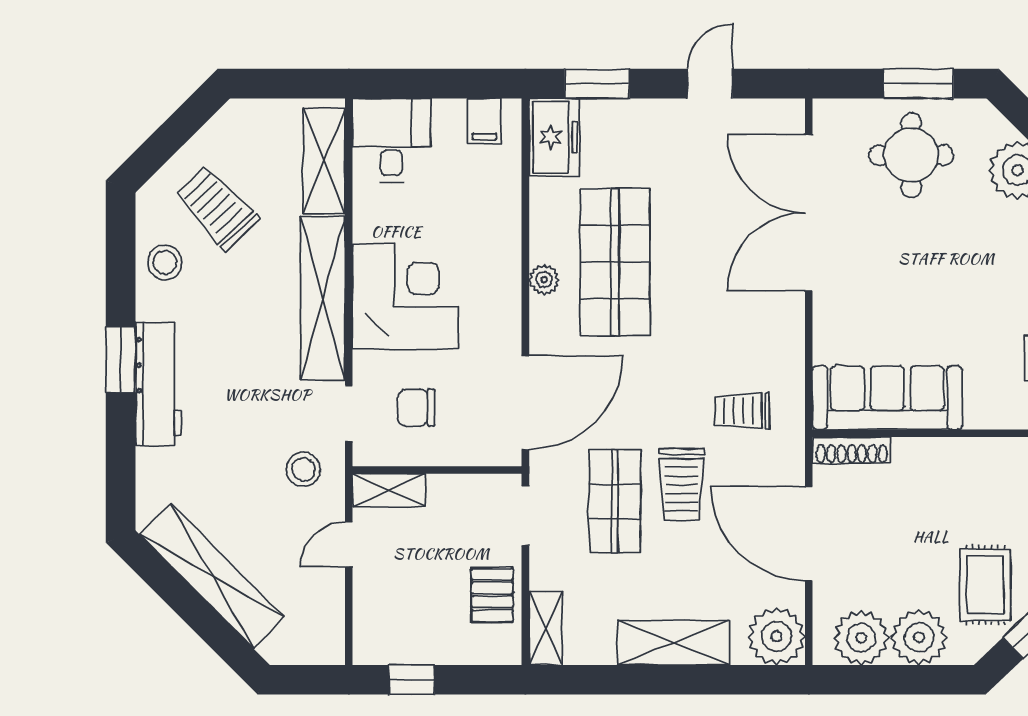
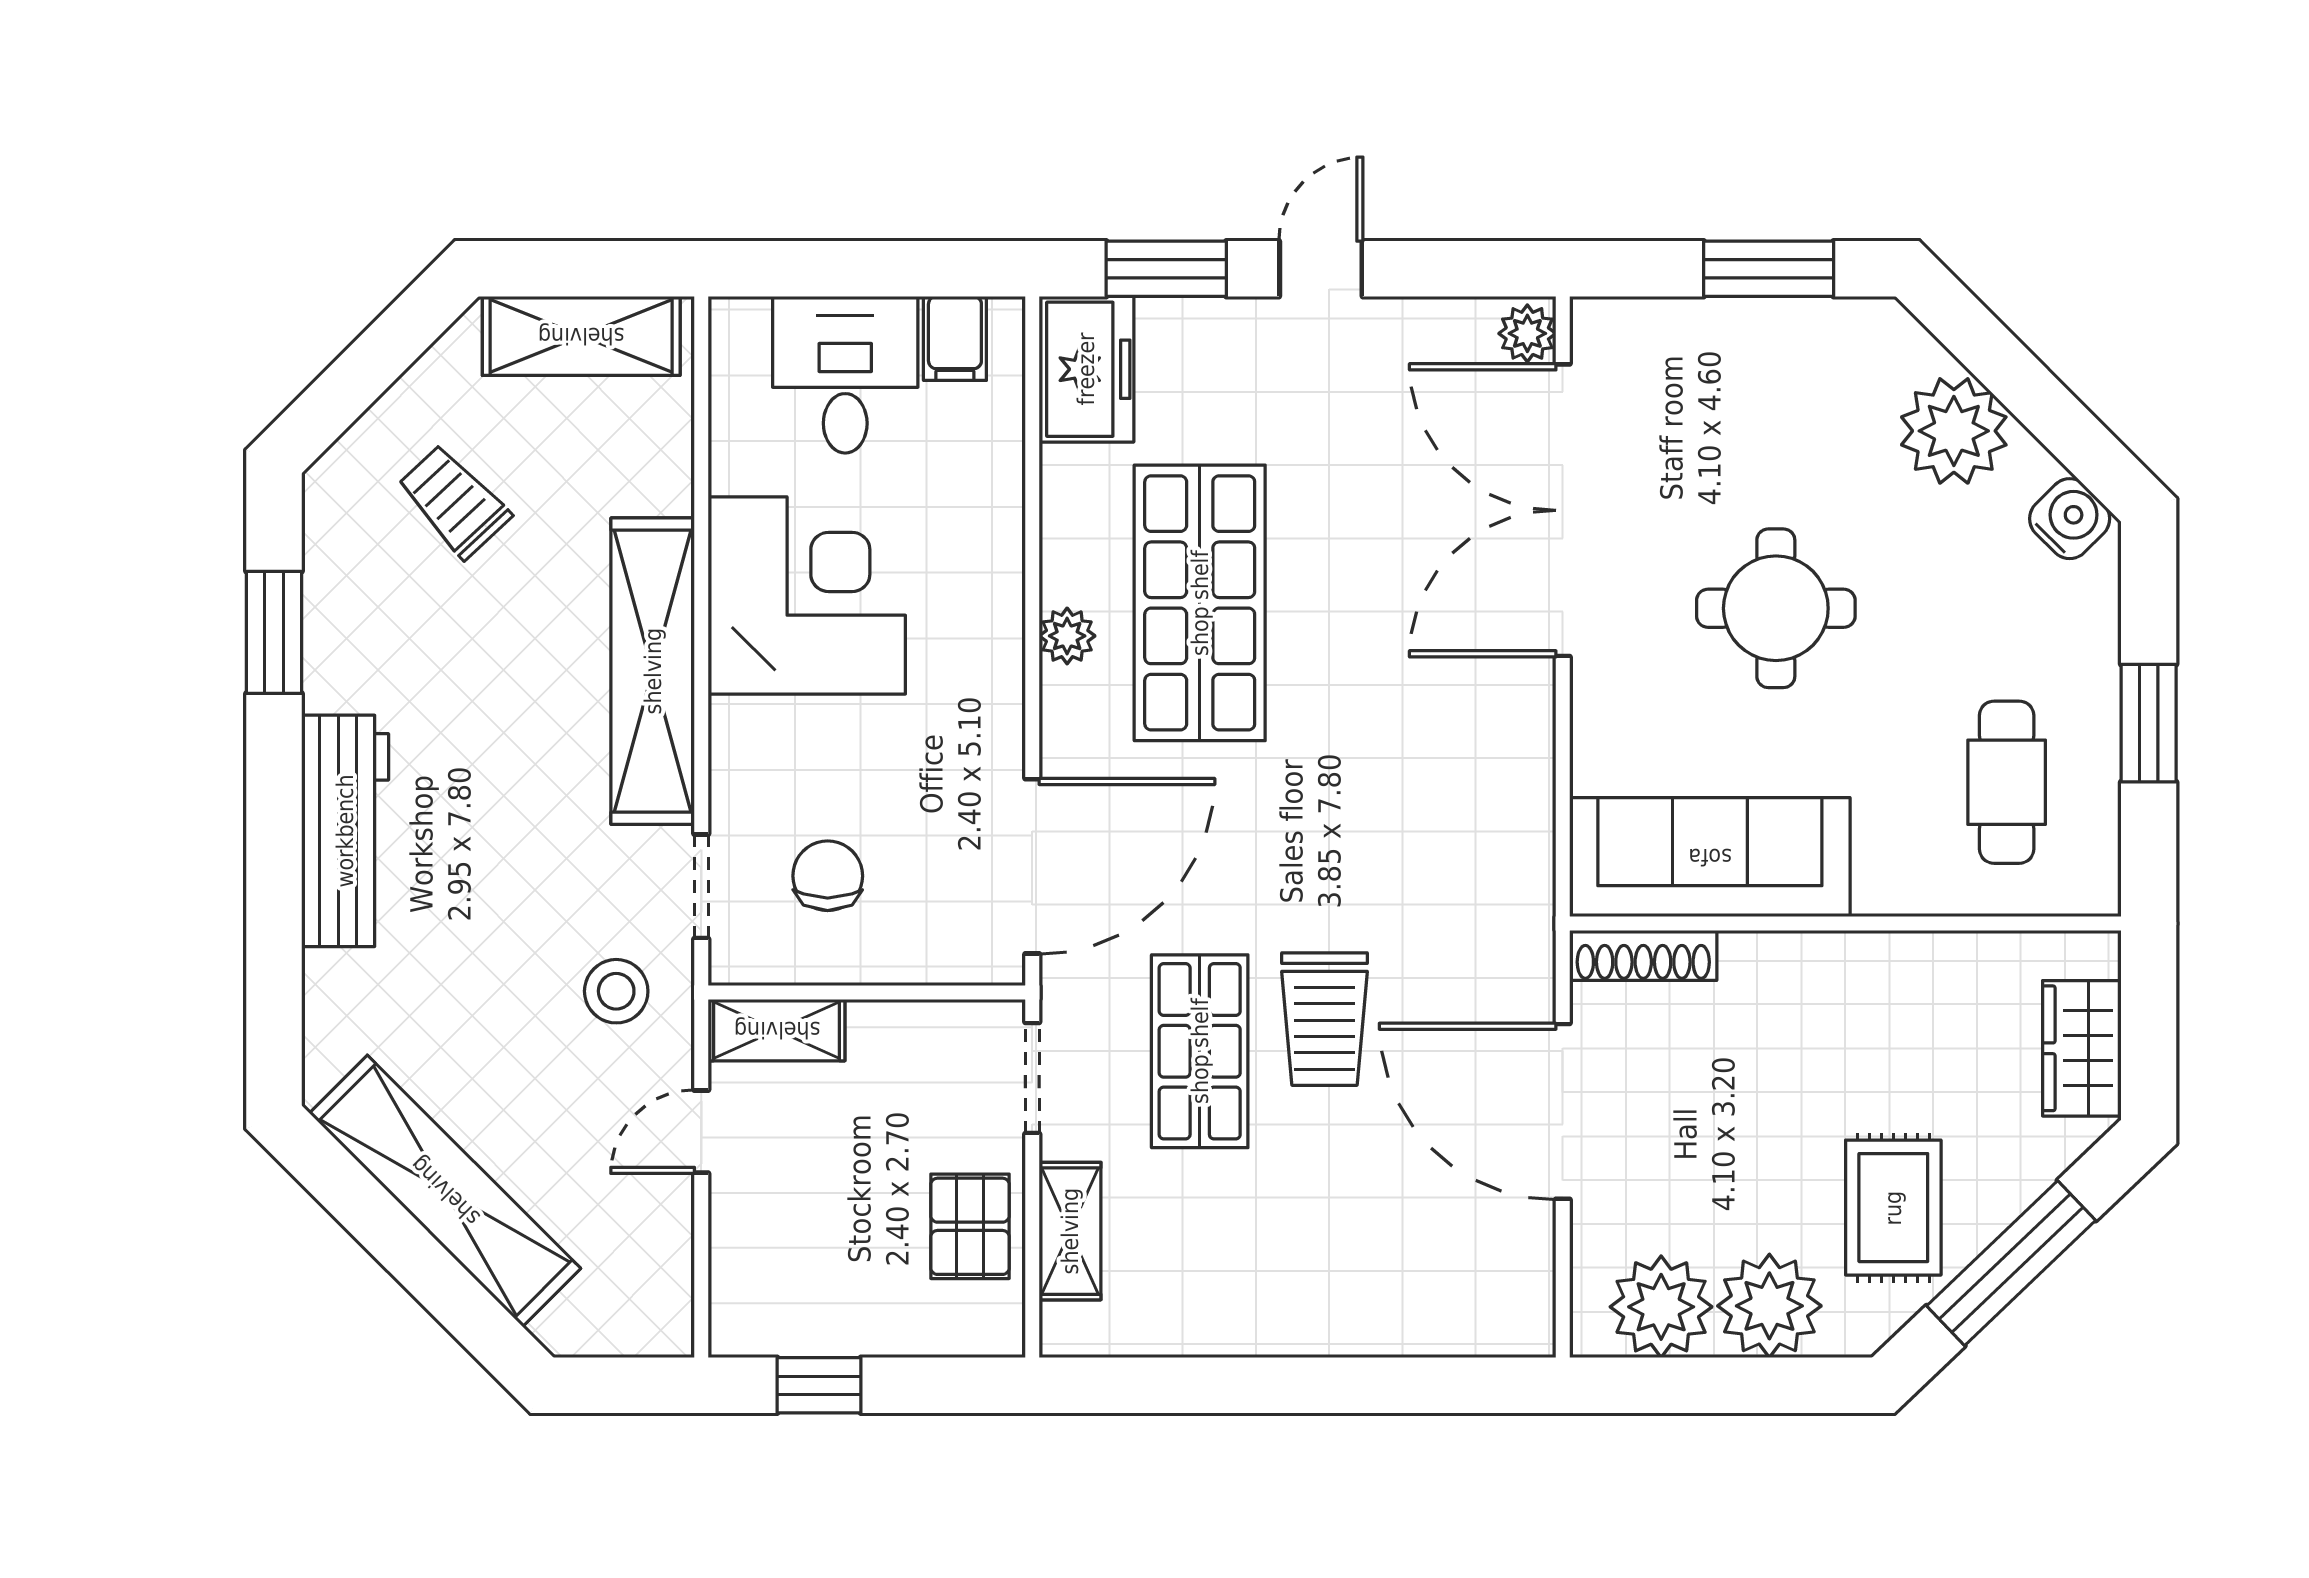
door: (710, 84) -> (1321, 269), moved
desk: (391, 140) -> (845, 375), moved
round table: (911, 155) -> (1776, 608), moved
shelving: (324, 161) -> (581, 336), moved, turned 90
trolley: (217, 208) -> (454, 501), width x0.73, depth x0.72
stool: (165, 262) -> (357, 604), removed
corner desk: (405, 296) -> (807, 595), moved
window: (121, 360) -> (274, 632), moved
chair: (416, 408) -> (828, 876), turned 90
trolley: (742, 411) -> (1438, 882), removed
shelving: (546, 628) -> (1070, 1231), moved
plant: (776, 636) -> (1527, 333), moved, width x0.53, depth x0.53
shelving: (673, 643) -> (1309, 1316), removed

